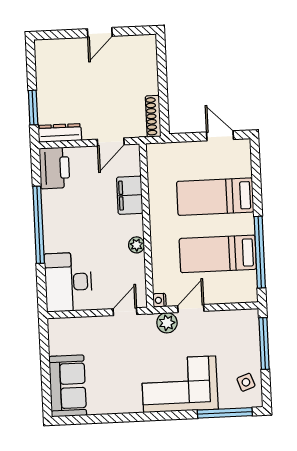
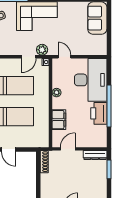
printer: (54, 168) -> (99, 113), moved
desk: (68, 282) -> (91, 80), width x1.36, depth x1.30
door: (125, 312) -> (64, 57), swing flipped

